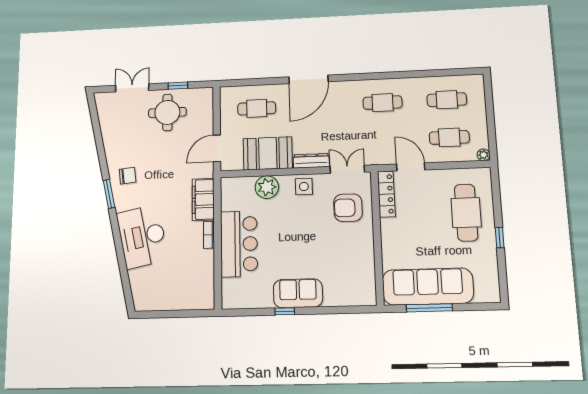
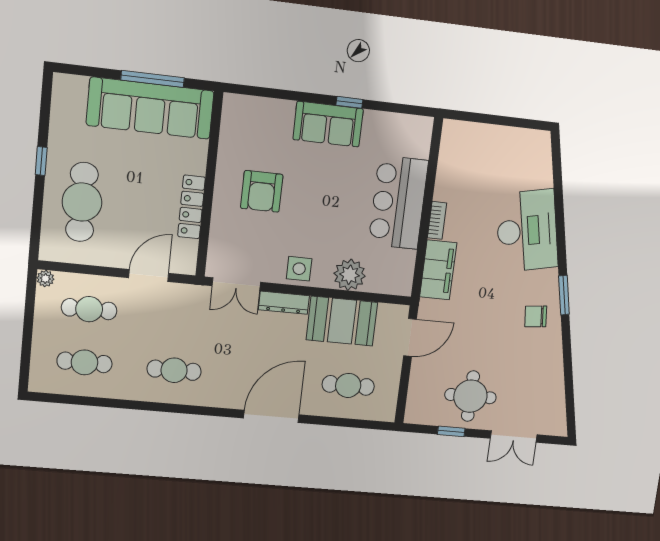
door: (411, 167) -> (149, 276), swing flipped
locker: (386, 194) -> (191, 207), moved
armchair: (348, 208) -> (262, 191), moved, turned 90

